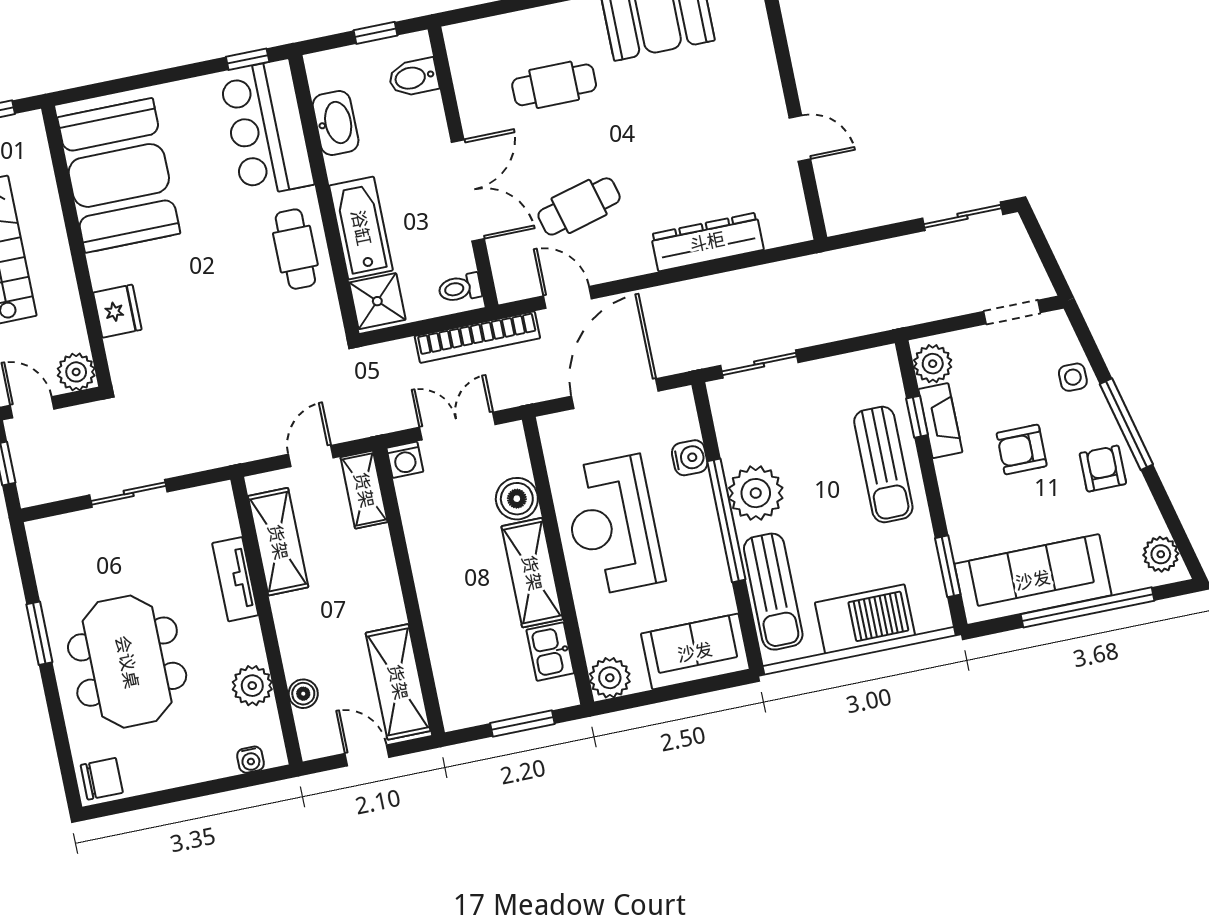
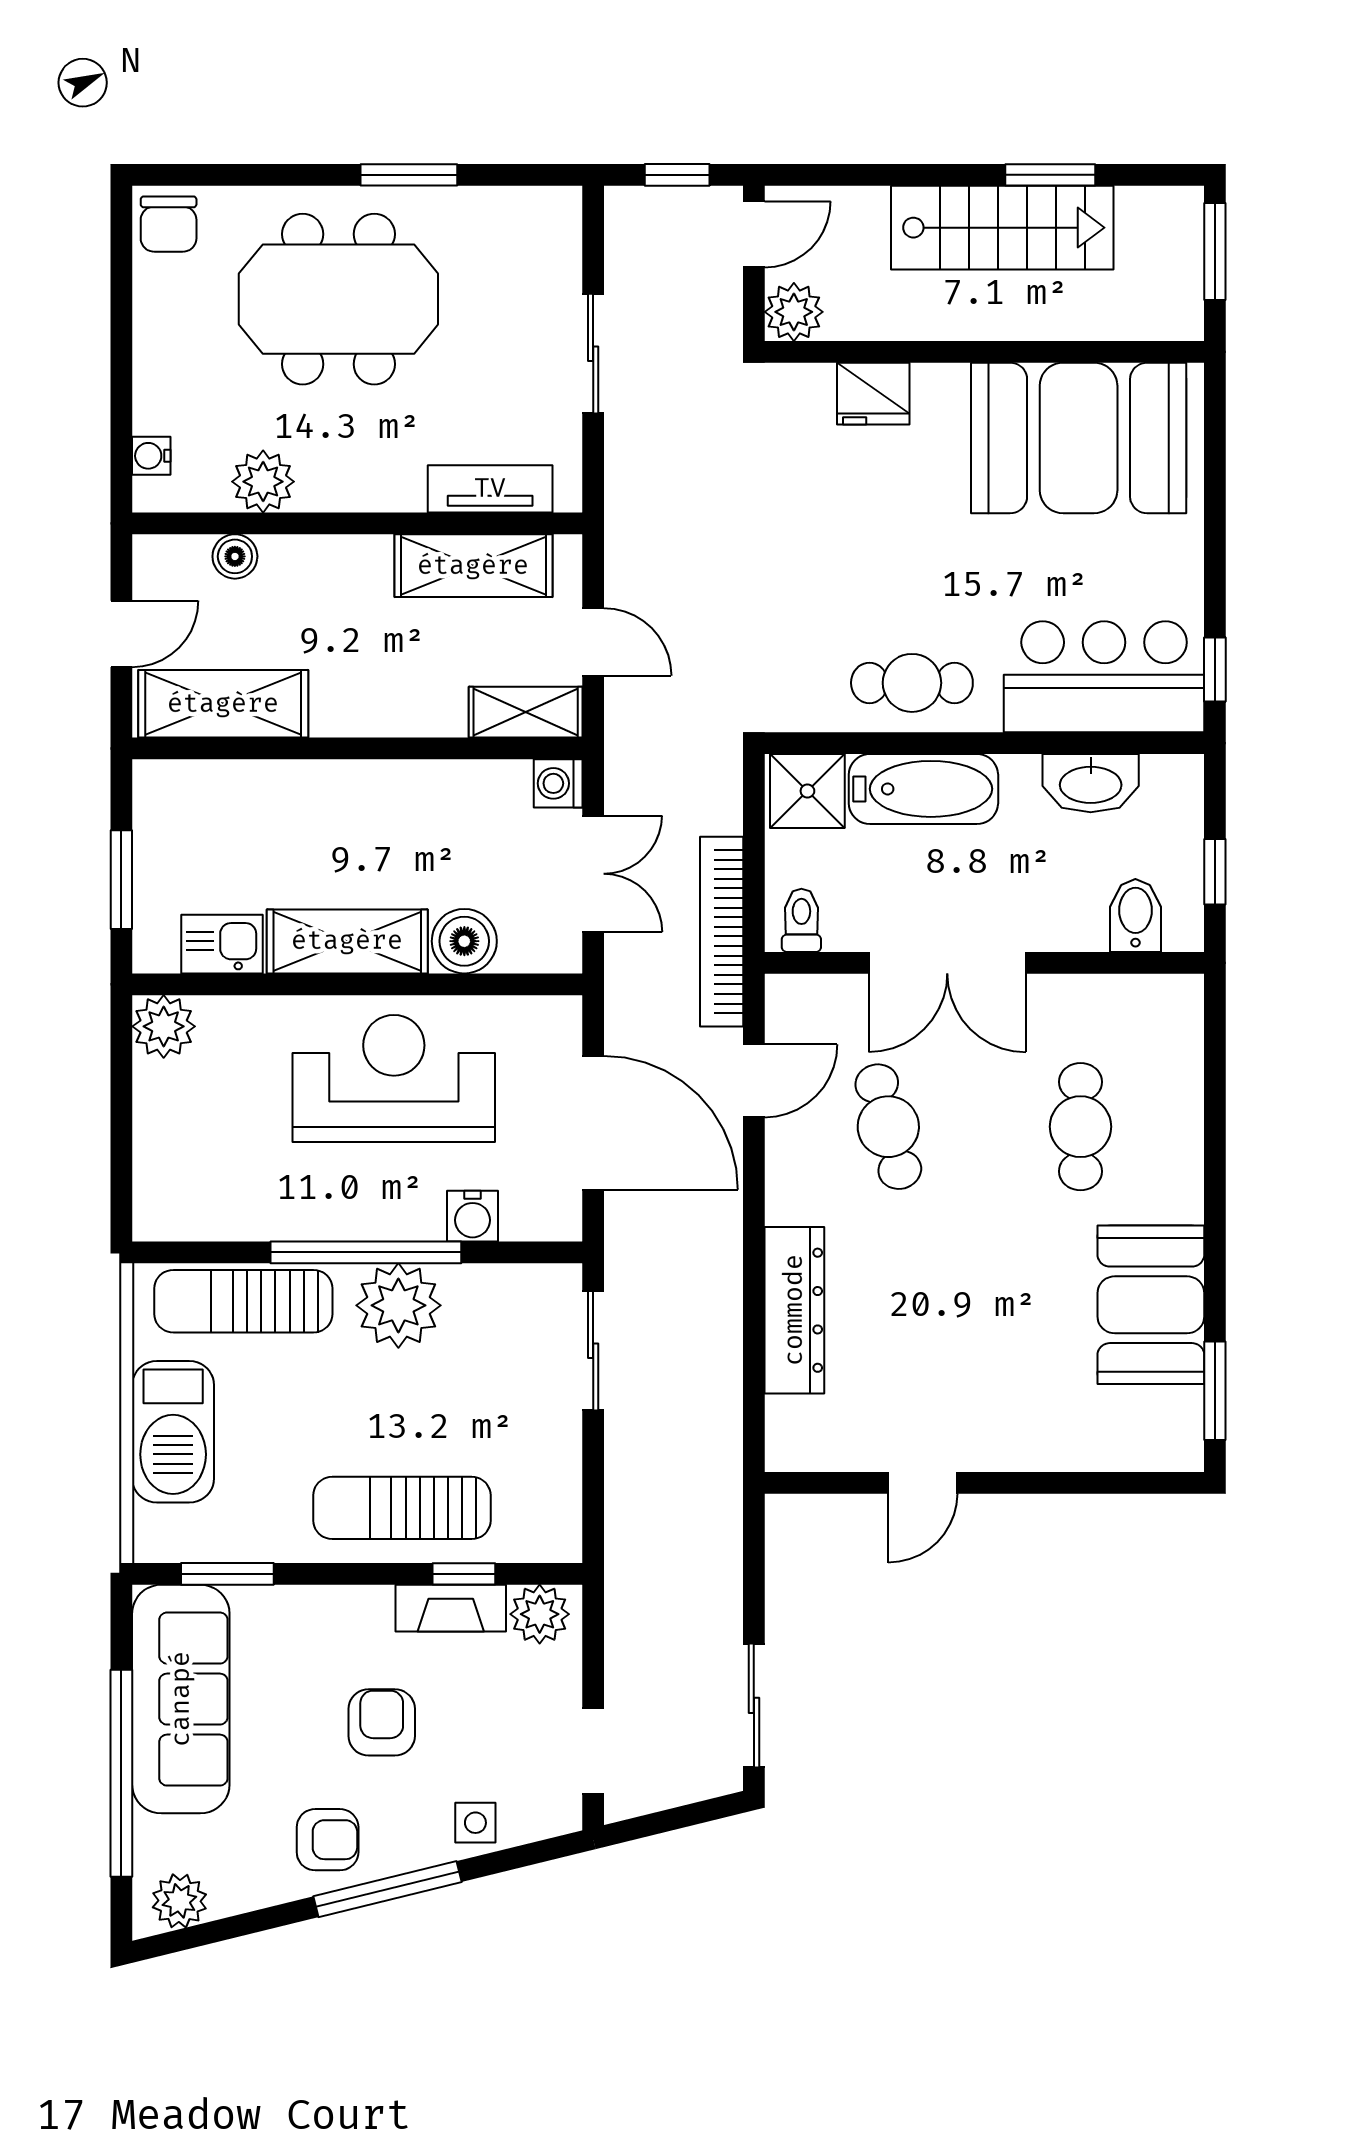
tv unit: (235, 579) -> (490, 489), moved
sofa: (695, 652) -> (177, 1165), removed

